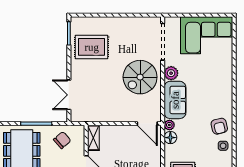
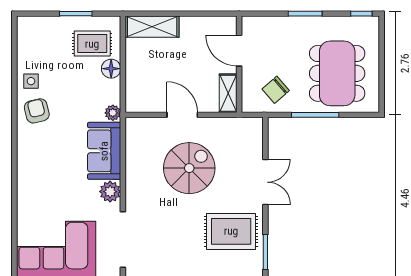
spiral stairs: (140, 77) -> (189, 168), moved
double door: (69, 95) -> (265, 182), moved
door: (147, 124) -> (182, 115), moved
floor lamp: (170, 138) -> (111, 69), moved

